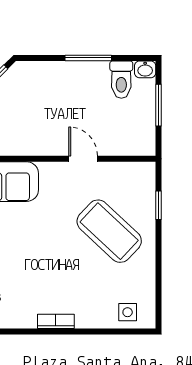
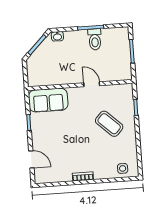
washbasin: (145, 69) -> (57, 36), moved
toilet: (121, 80) -> (95, 39), moved
coffee table: (109, 231) -> (109, 124), width x0.73, depth x0.76

